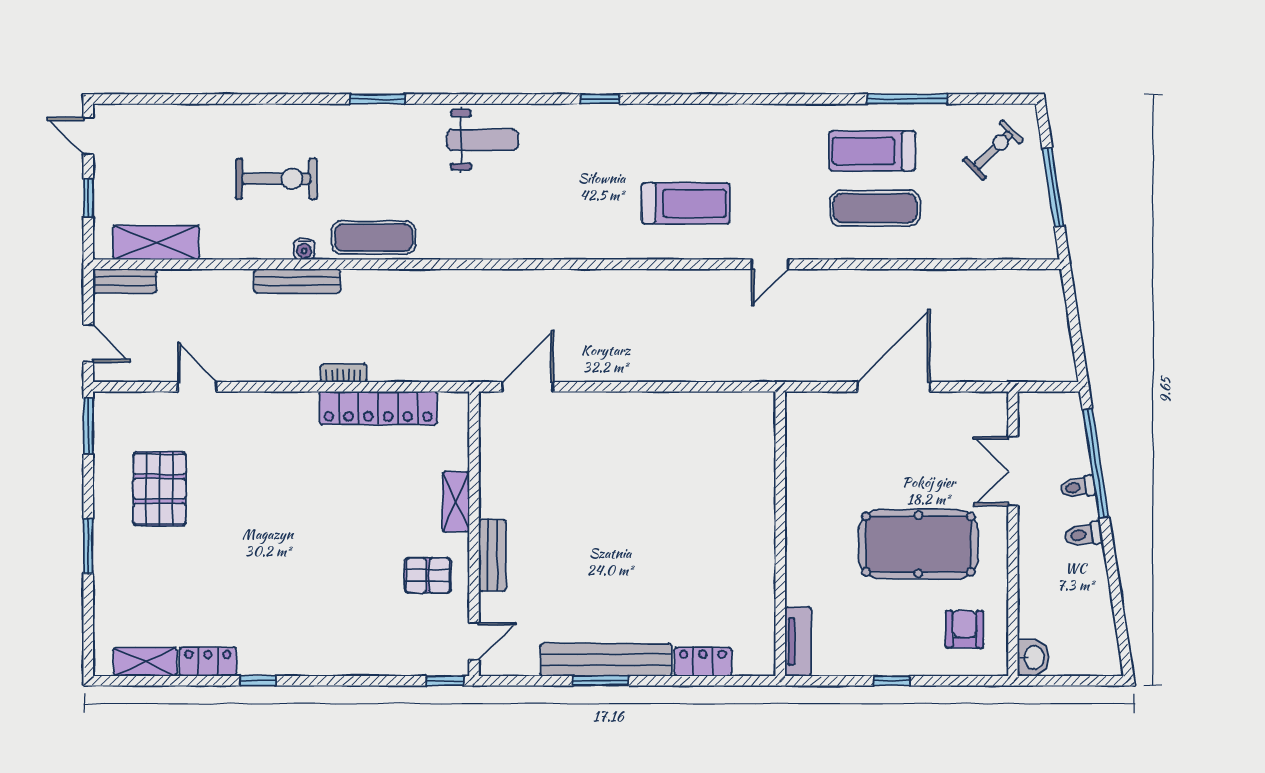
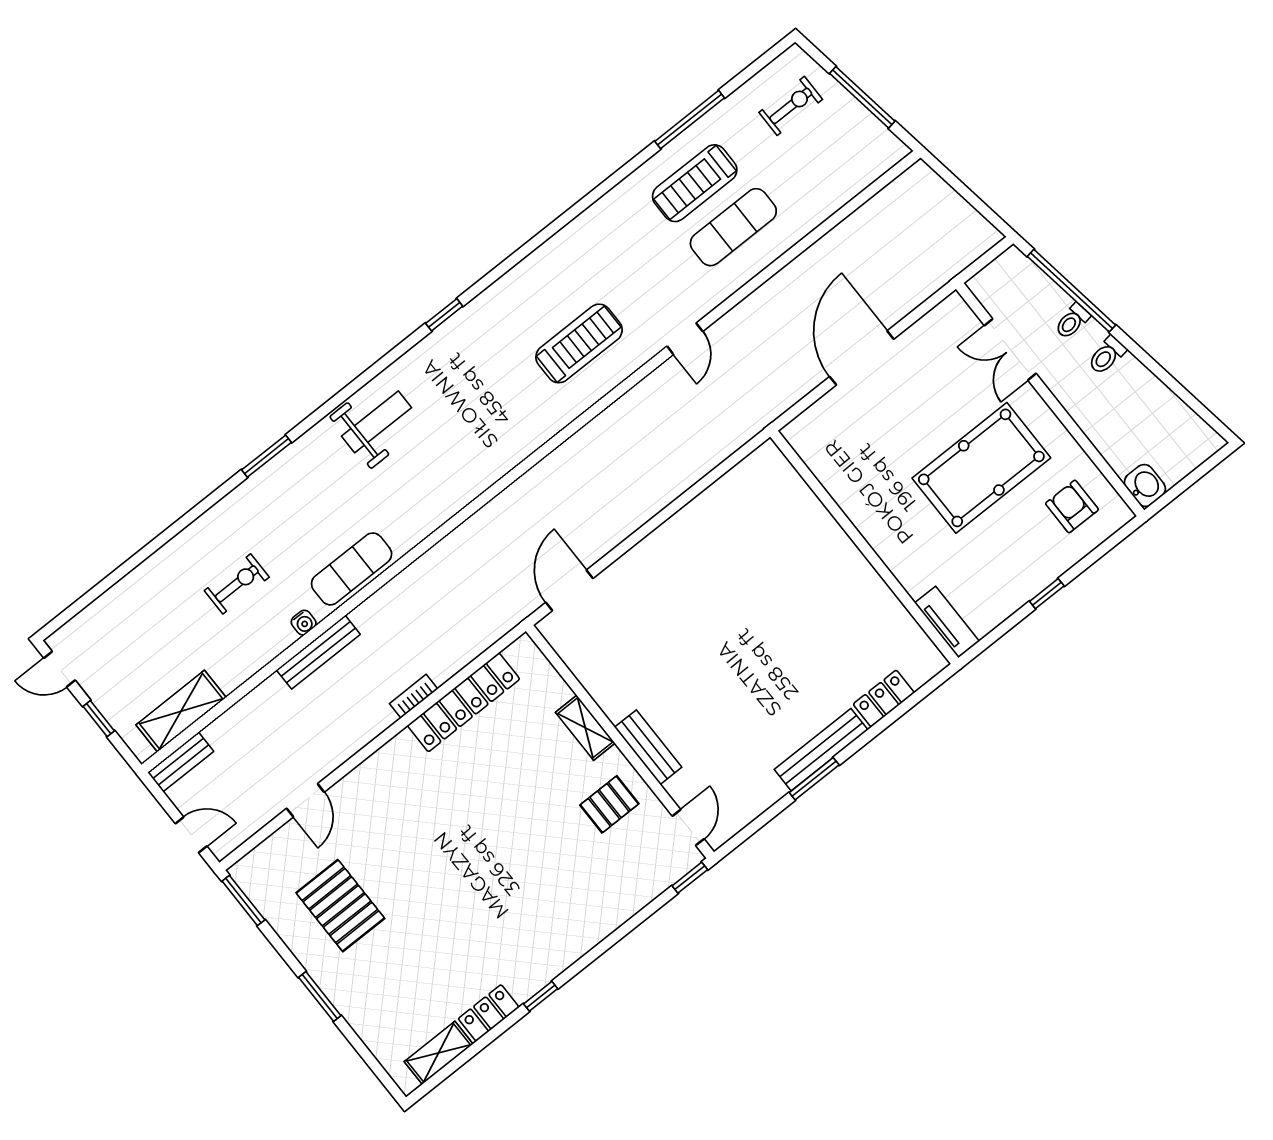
exercise bike: (993, 150) -> (791, 106), turned 45
exercise bike: (276, 179) -> (237, 584), width x0.73, depth x0.72
door: (197, 387) -> (305, 800), swing flipped
bench: (606, 660) -> (821, 750), width x0.73, depth x0.82

